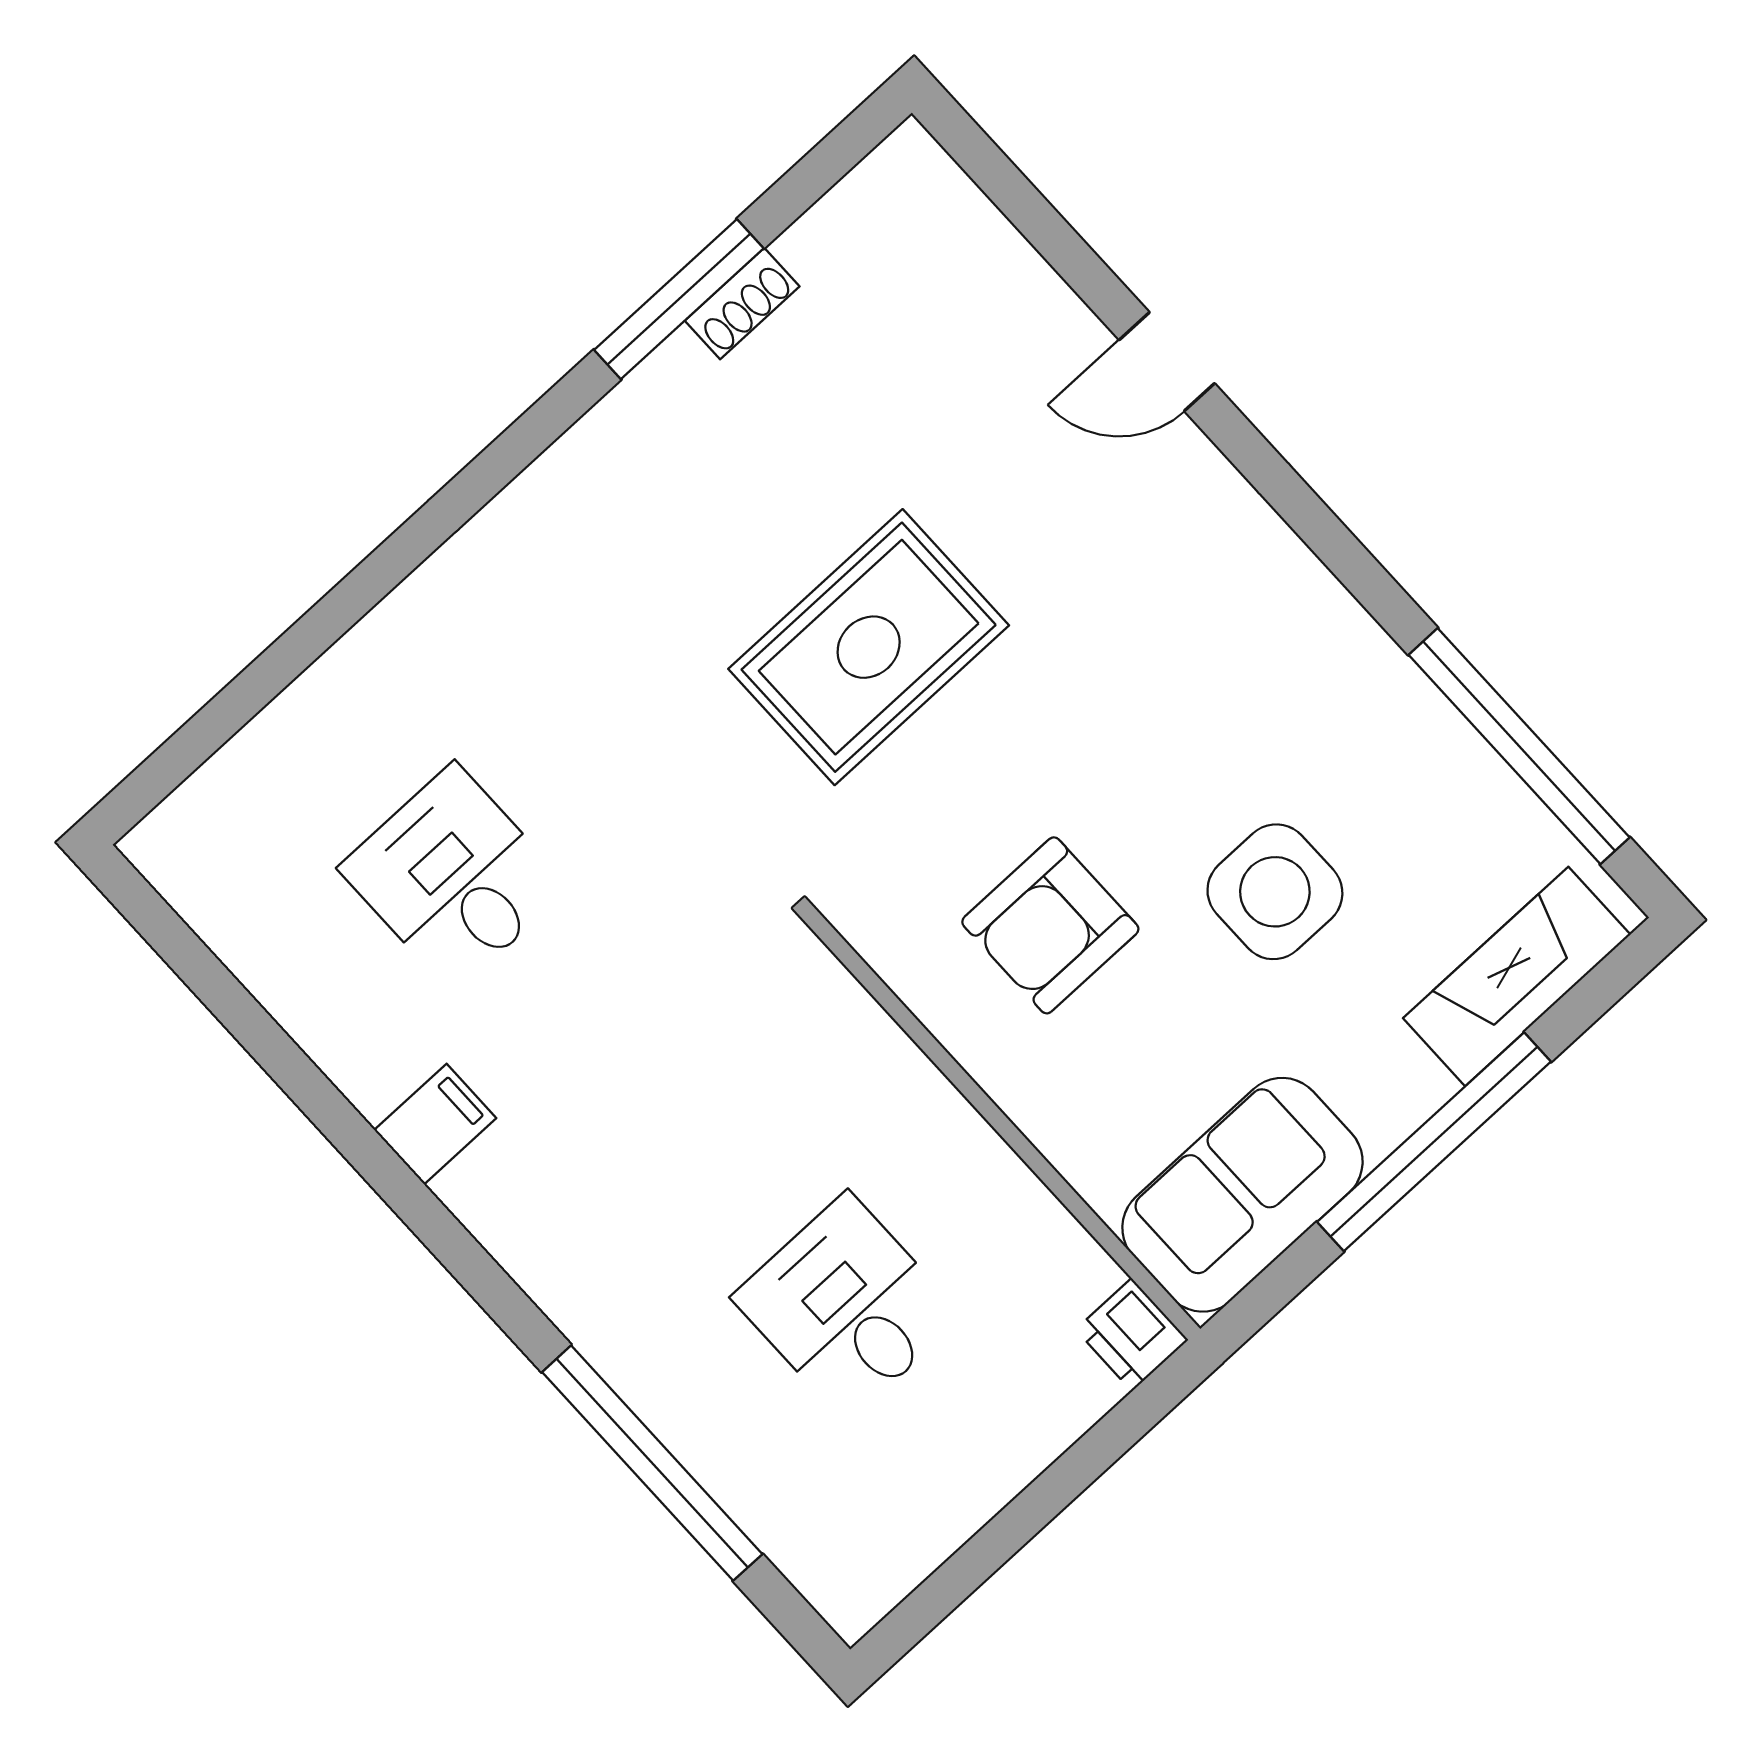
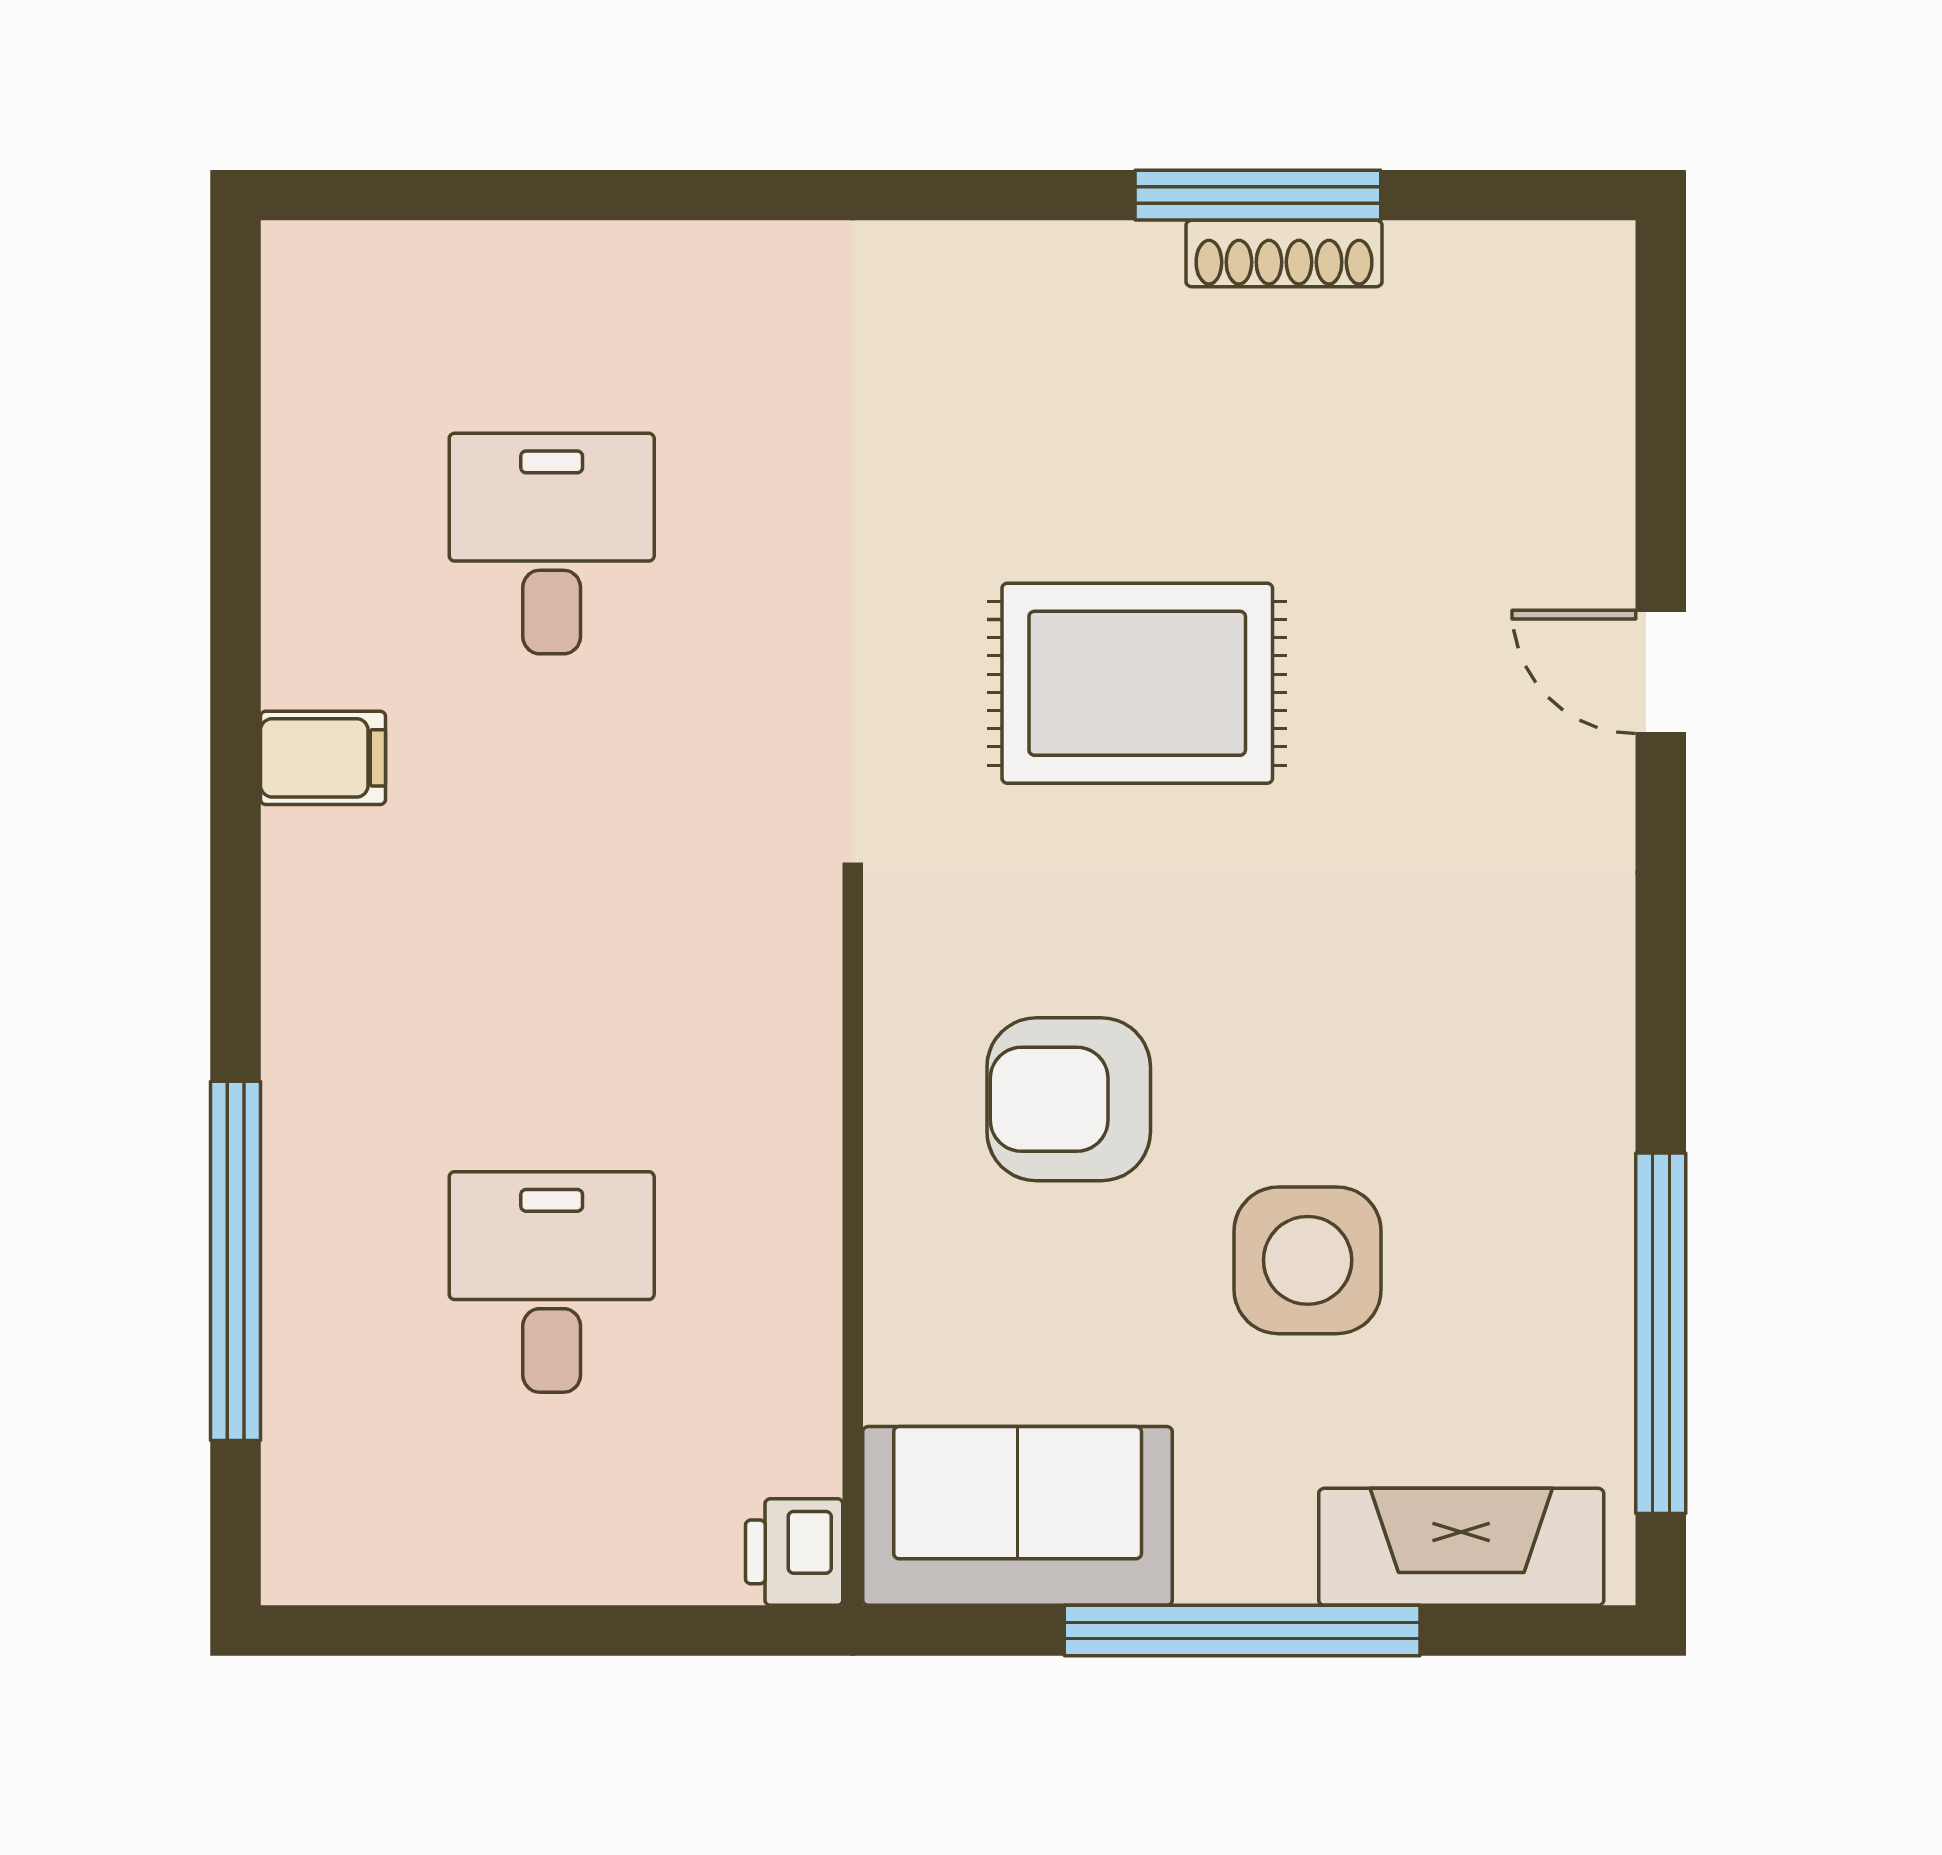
shoe rack: (742, 304) -> (1284, 253), width x1.43

